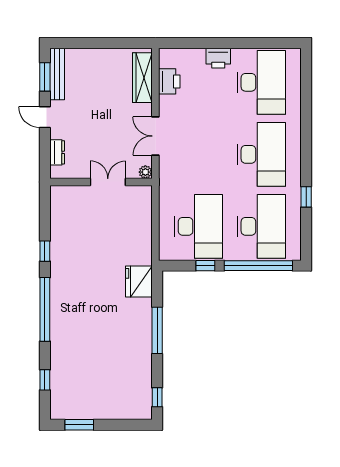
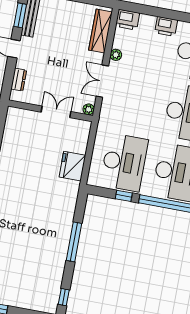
printer: (169, 81) -> (127, 20), moved, turned 90
plant: (166, 102) -> (116, 55), added
fridge: (139, 281) -> (72, 166), moved

